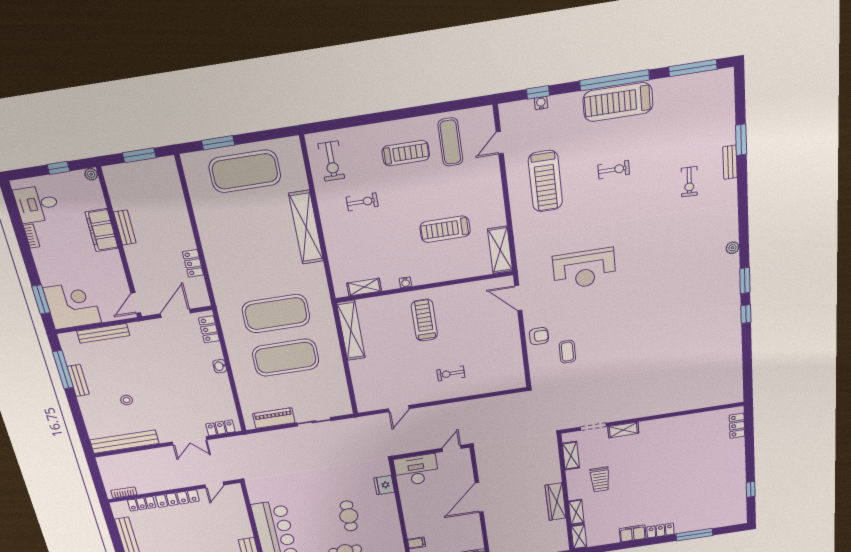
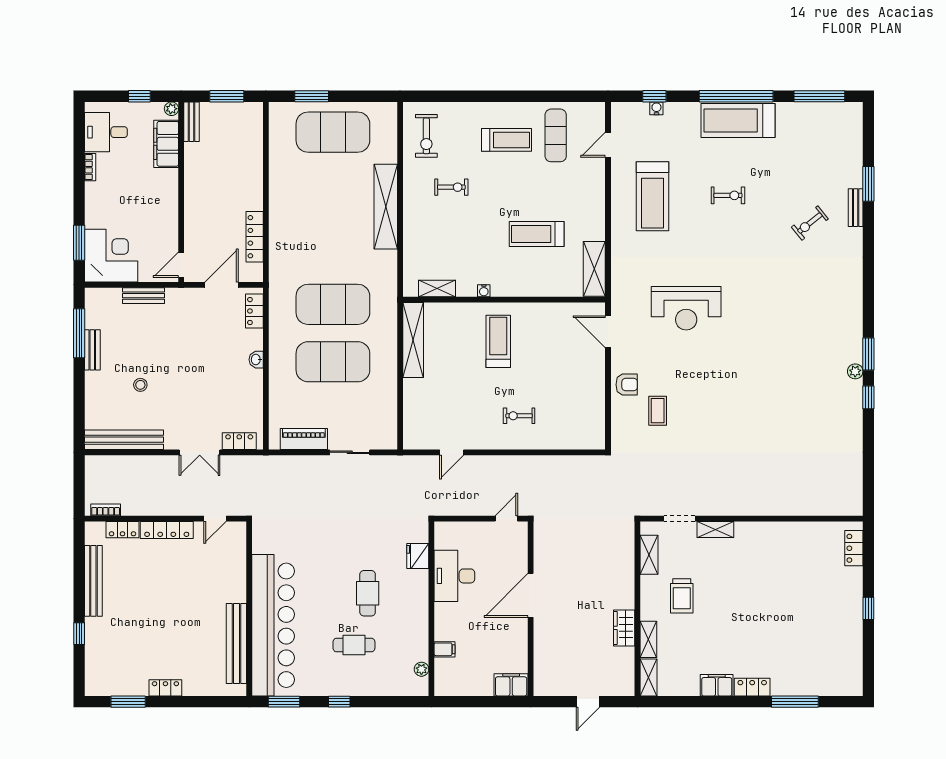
exercise bike: (689, 182) -> (810, 223), turned 49
bench: (125, 228) -> (192, 122), moved
filing cabinet: (102, 230) -> (166, 144), moved
plant: (732, 248) -> (855, 371), moved
locker: (193, 263) -> (255, 237), width x1.53
bench: (103, 333) -> (143, 296), width x0.73
desk: (416, 470) -> (454, 576), moved, turned -90
window: (751, 489) -> (868, 608), moved
wardrobe: (556, 502) -> (624, 628), width x0.67

